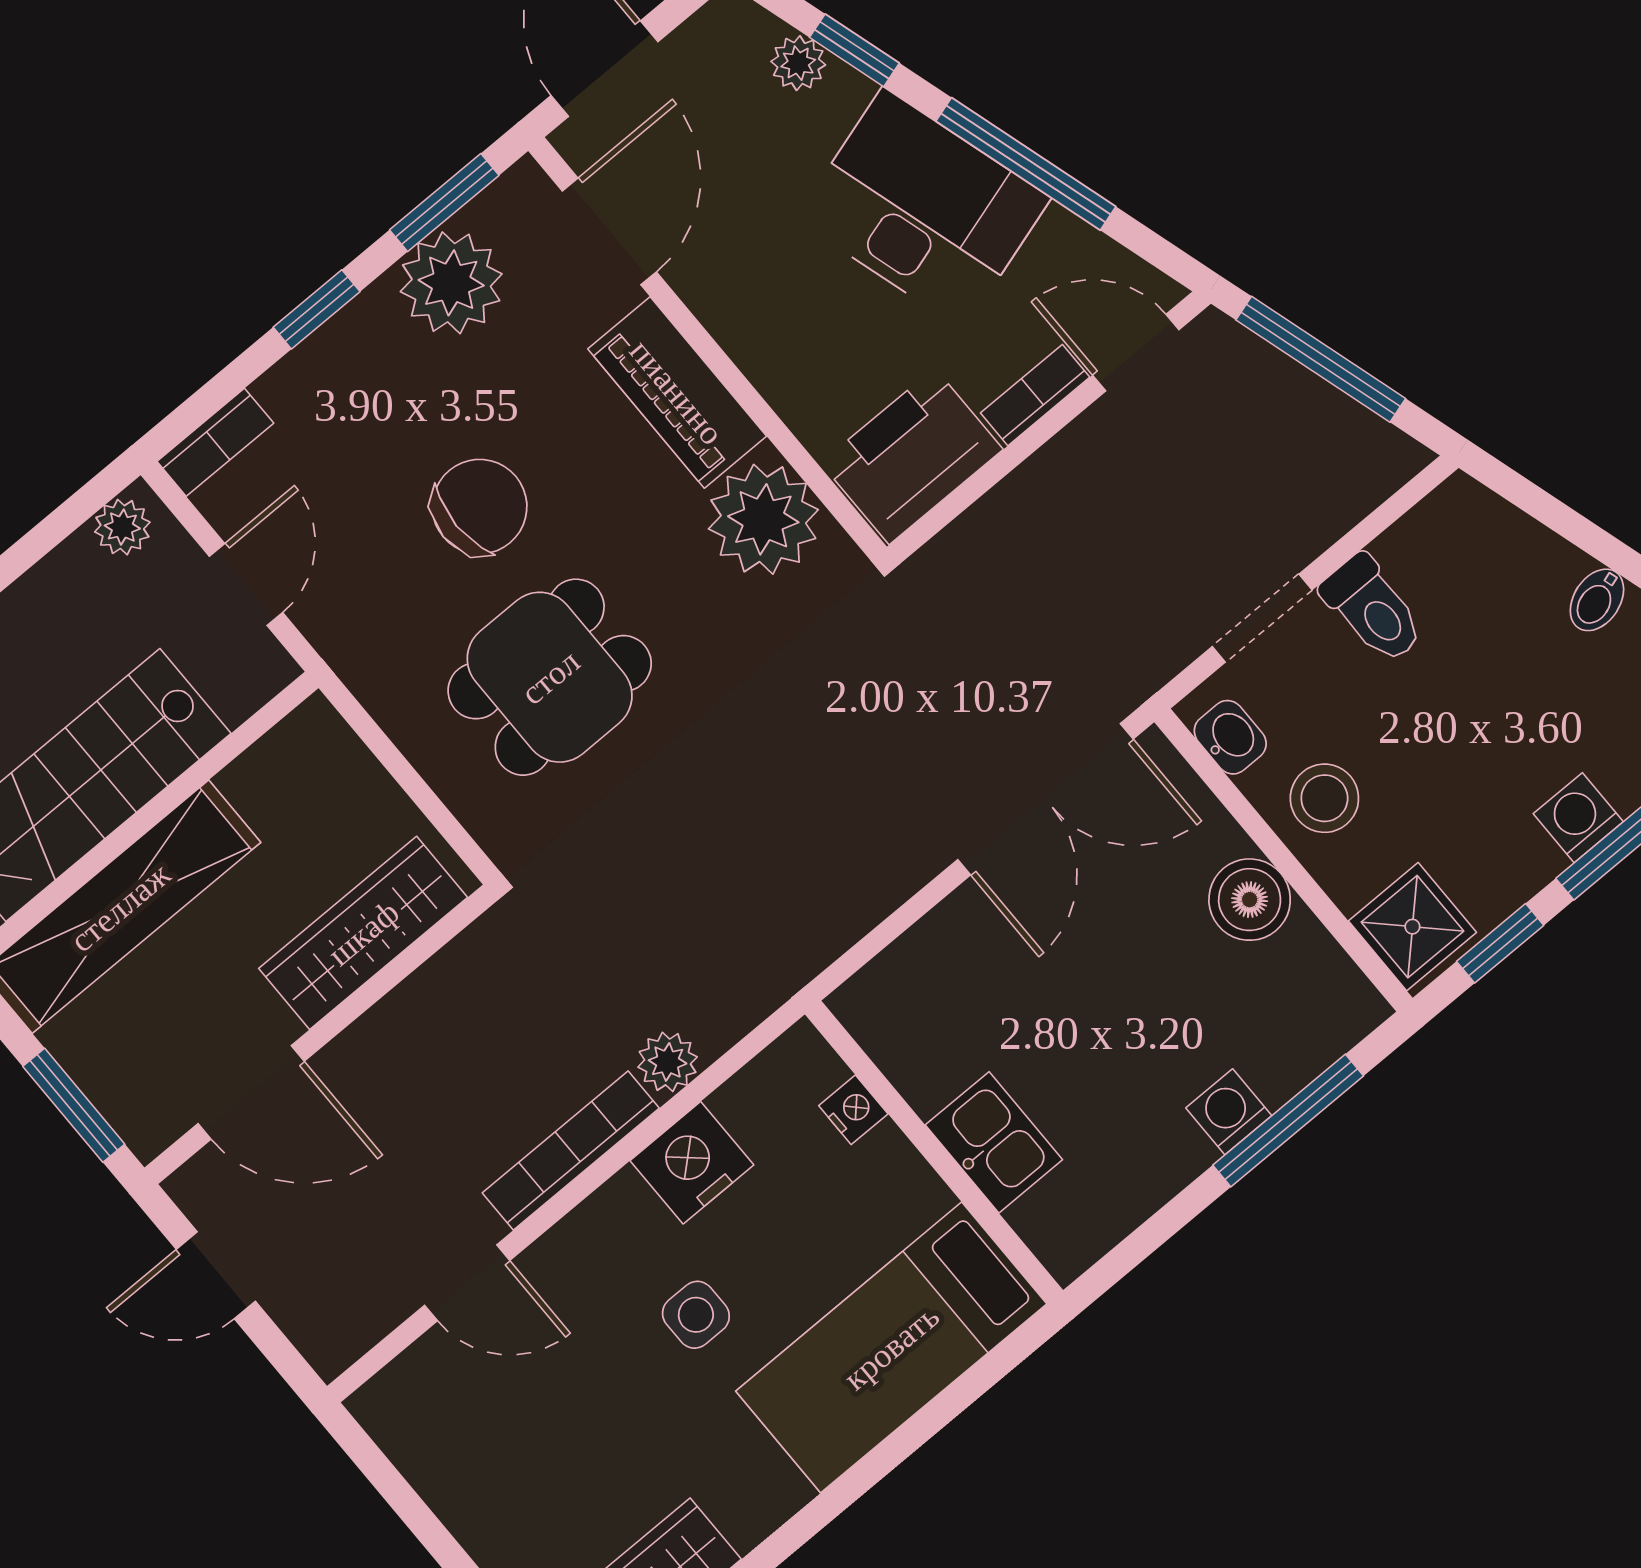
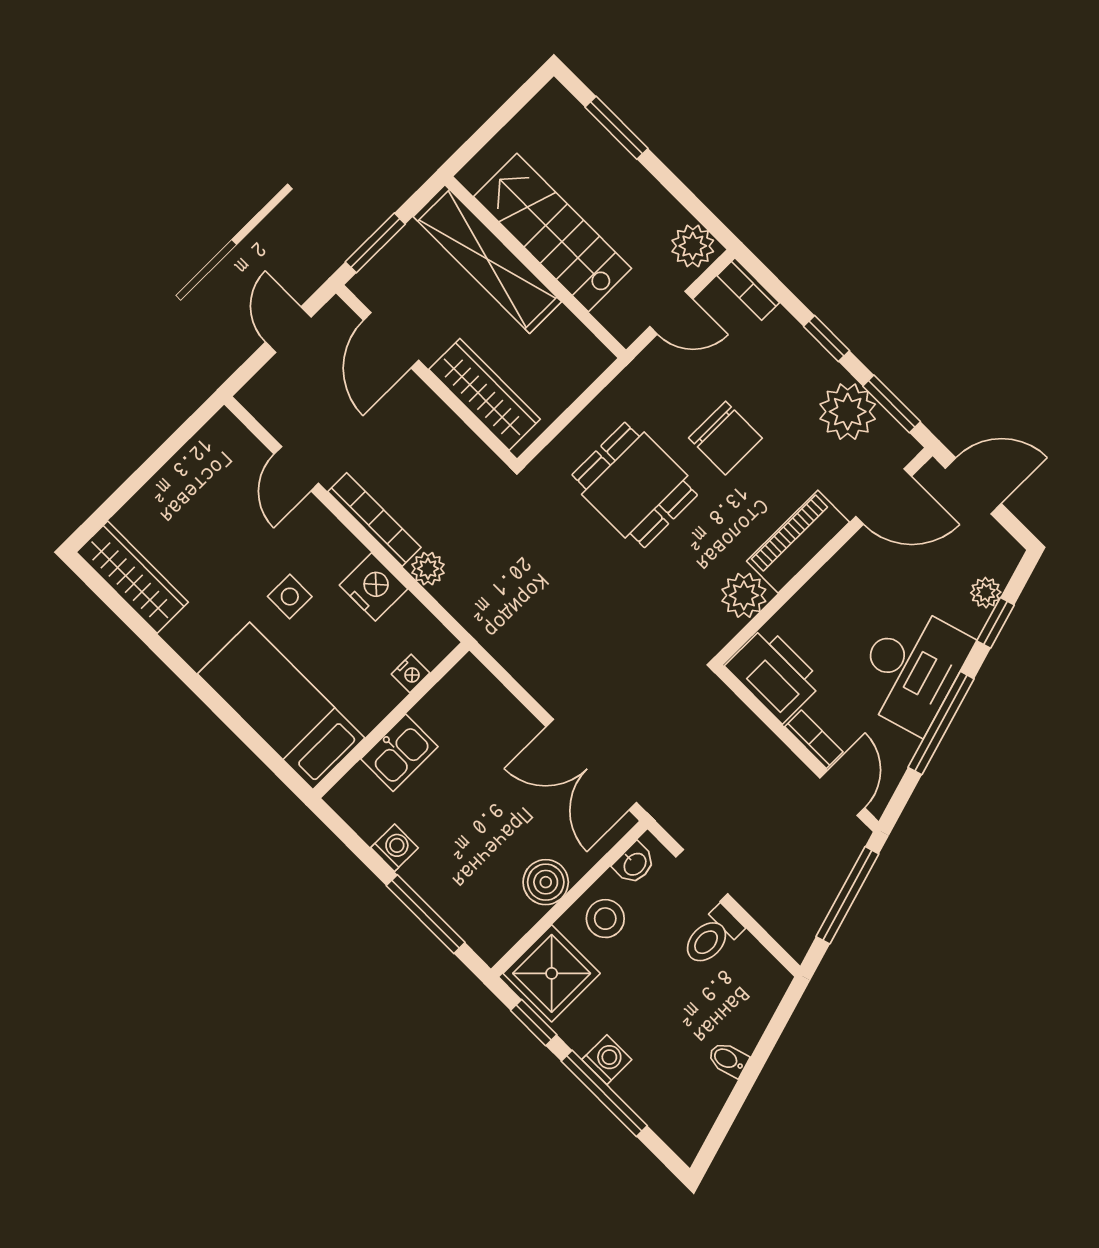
plant: (763, 519) -> (744, 595), width x0.73, depth x0.73
plant: (122, 527) -> (693, 246), width x1.38, depth x1.38
shower: (1412, 927) -> (552, 973), width x1.36, depth x1.36
washing machine: (1229, 1112) -> (395, 848), moved

